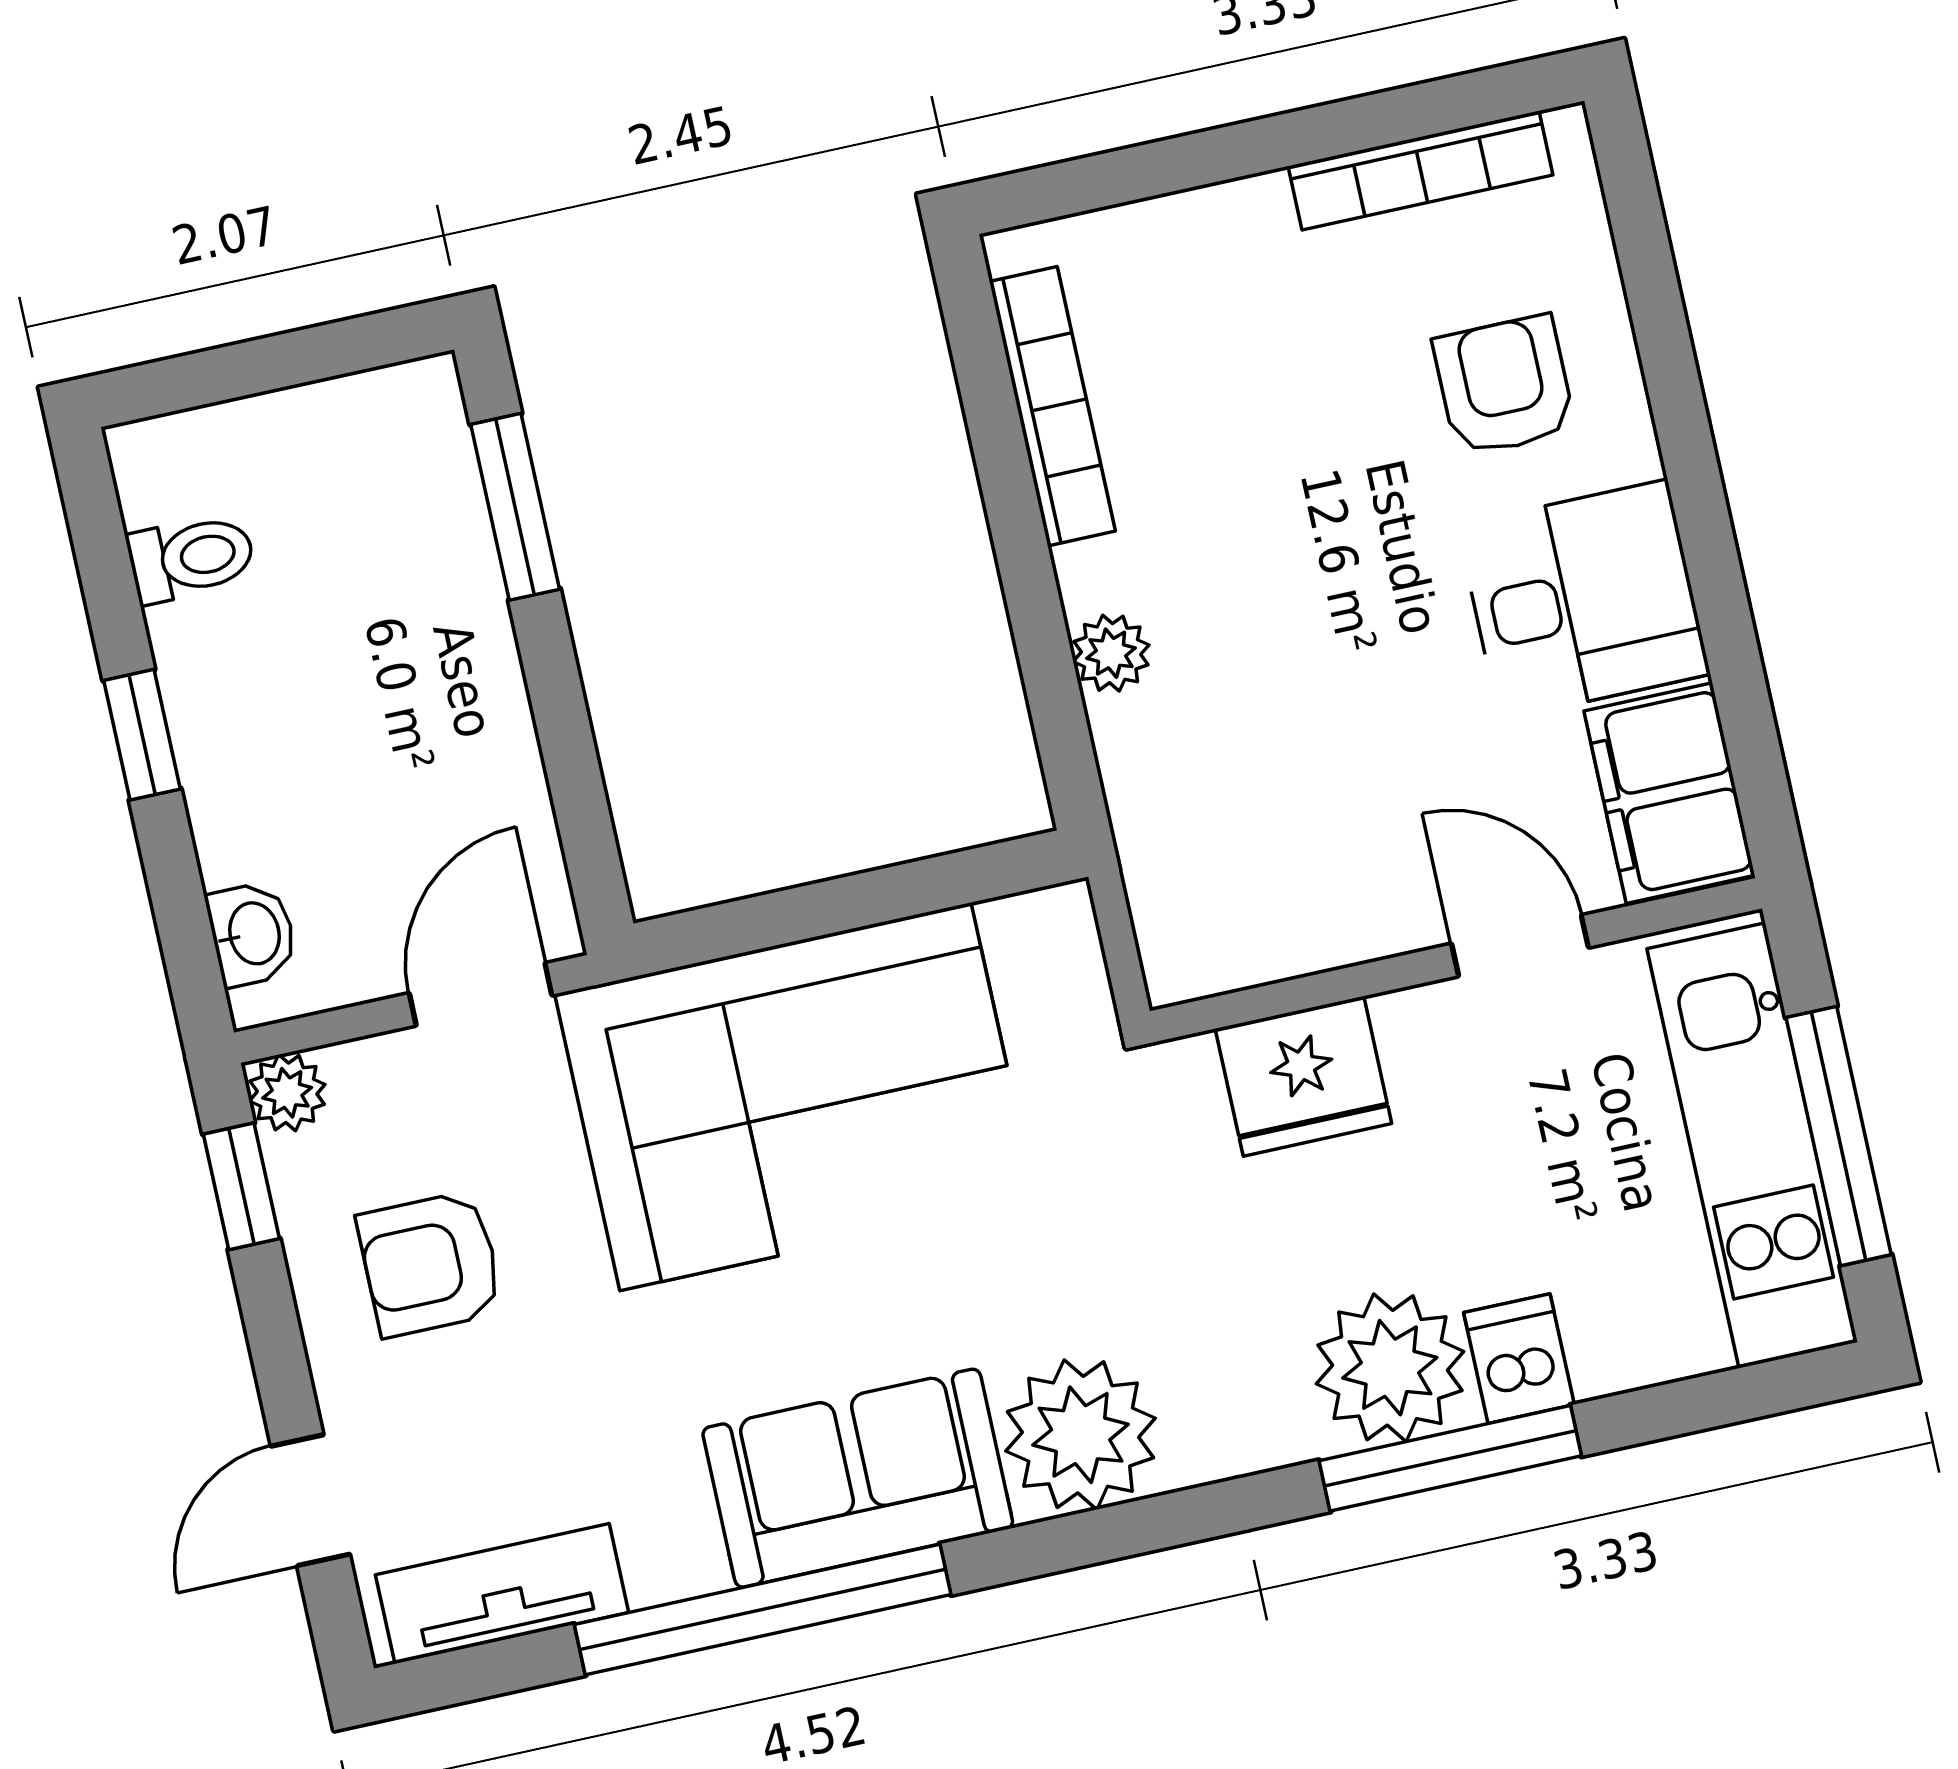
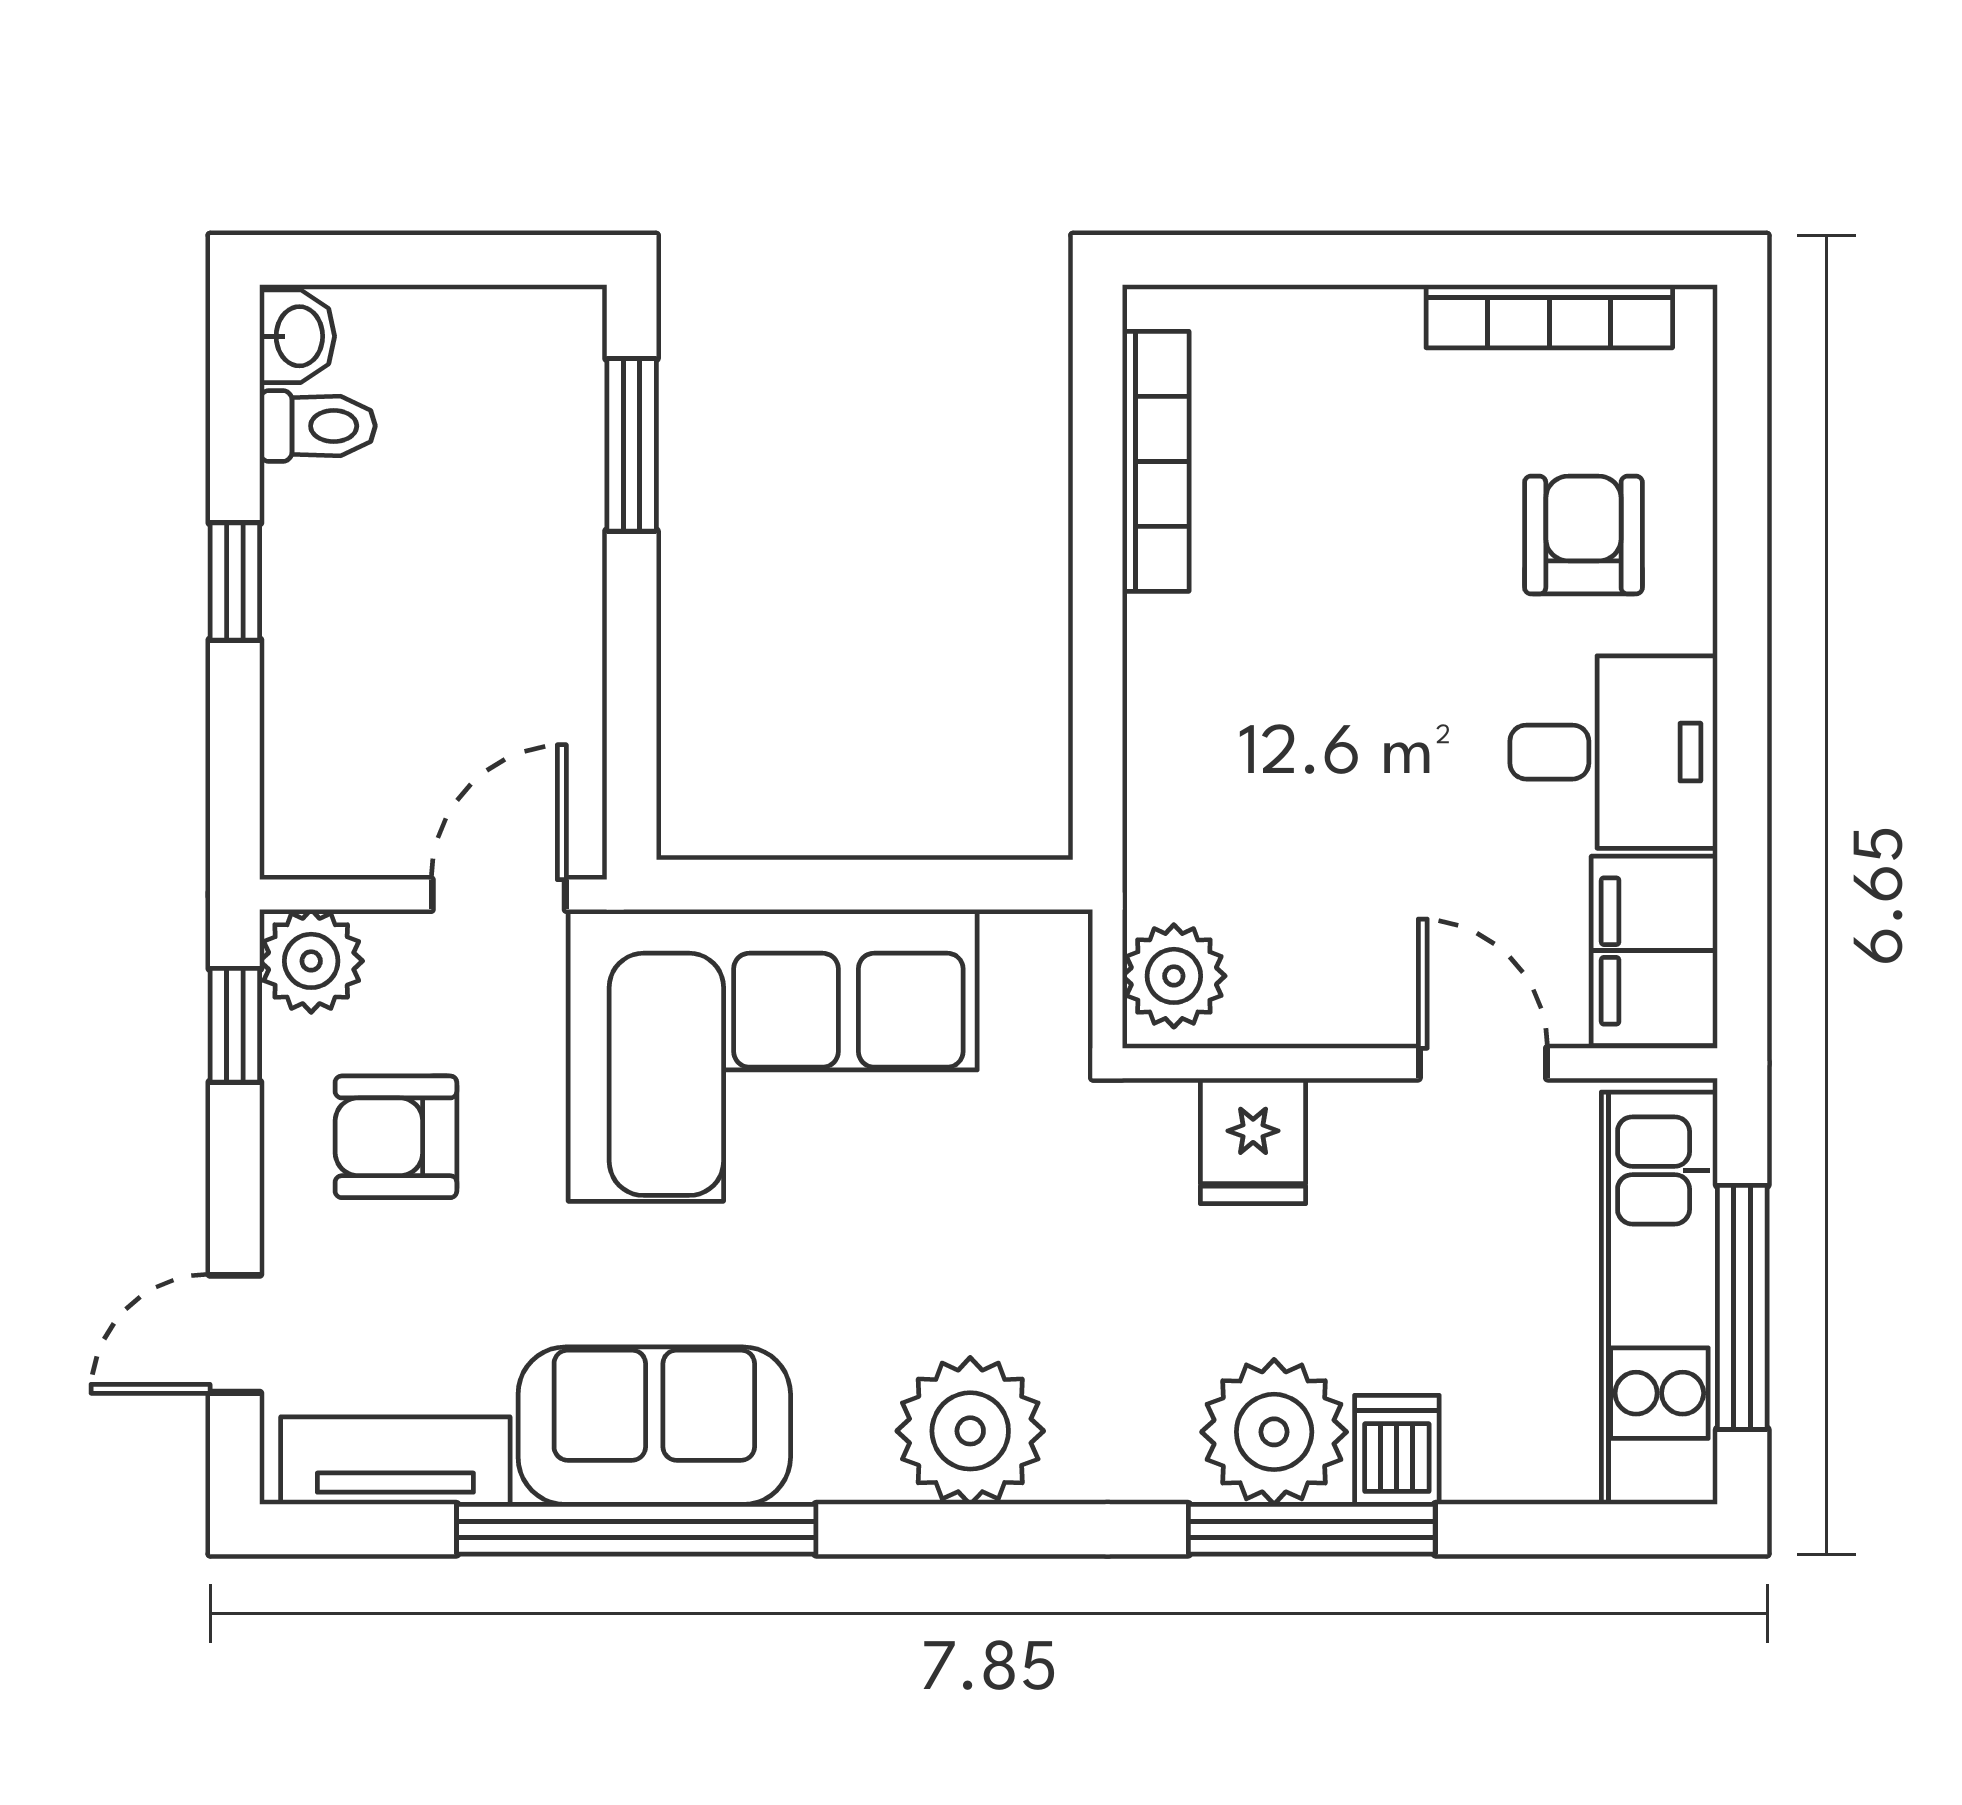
plant: (1111, 653) -> (1174, 976), moved, width x1.38, depth x1.38
washbasin: (252, 934) -> (297, 336), moved
fridge: (1303, 1076) -> (1253, 1141), width x0.72
plant: (287, 1093) -> (311, 961), width x1.38, depth x1.38
sofa: (858, 1478) -> (654, 1426), moved

